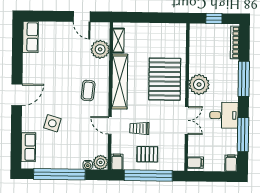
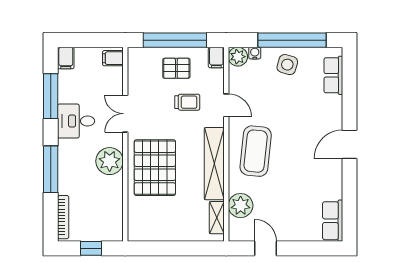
coffee table: (88, 91) -> (256, 151), width x1.86, depth x1.72
side table: (52, 123) -> (287, 65), moved

